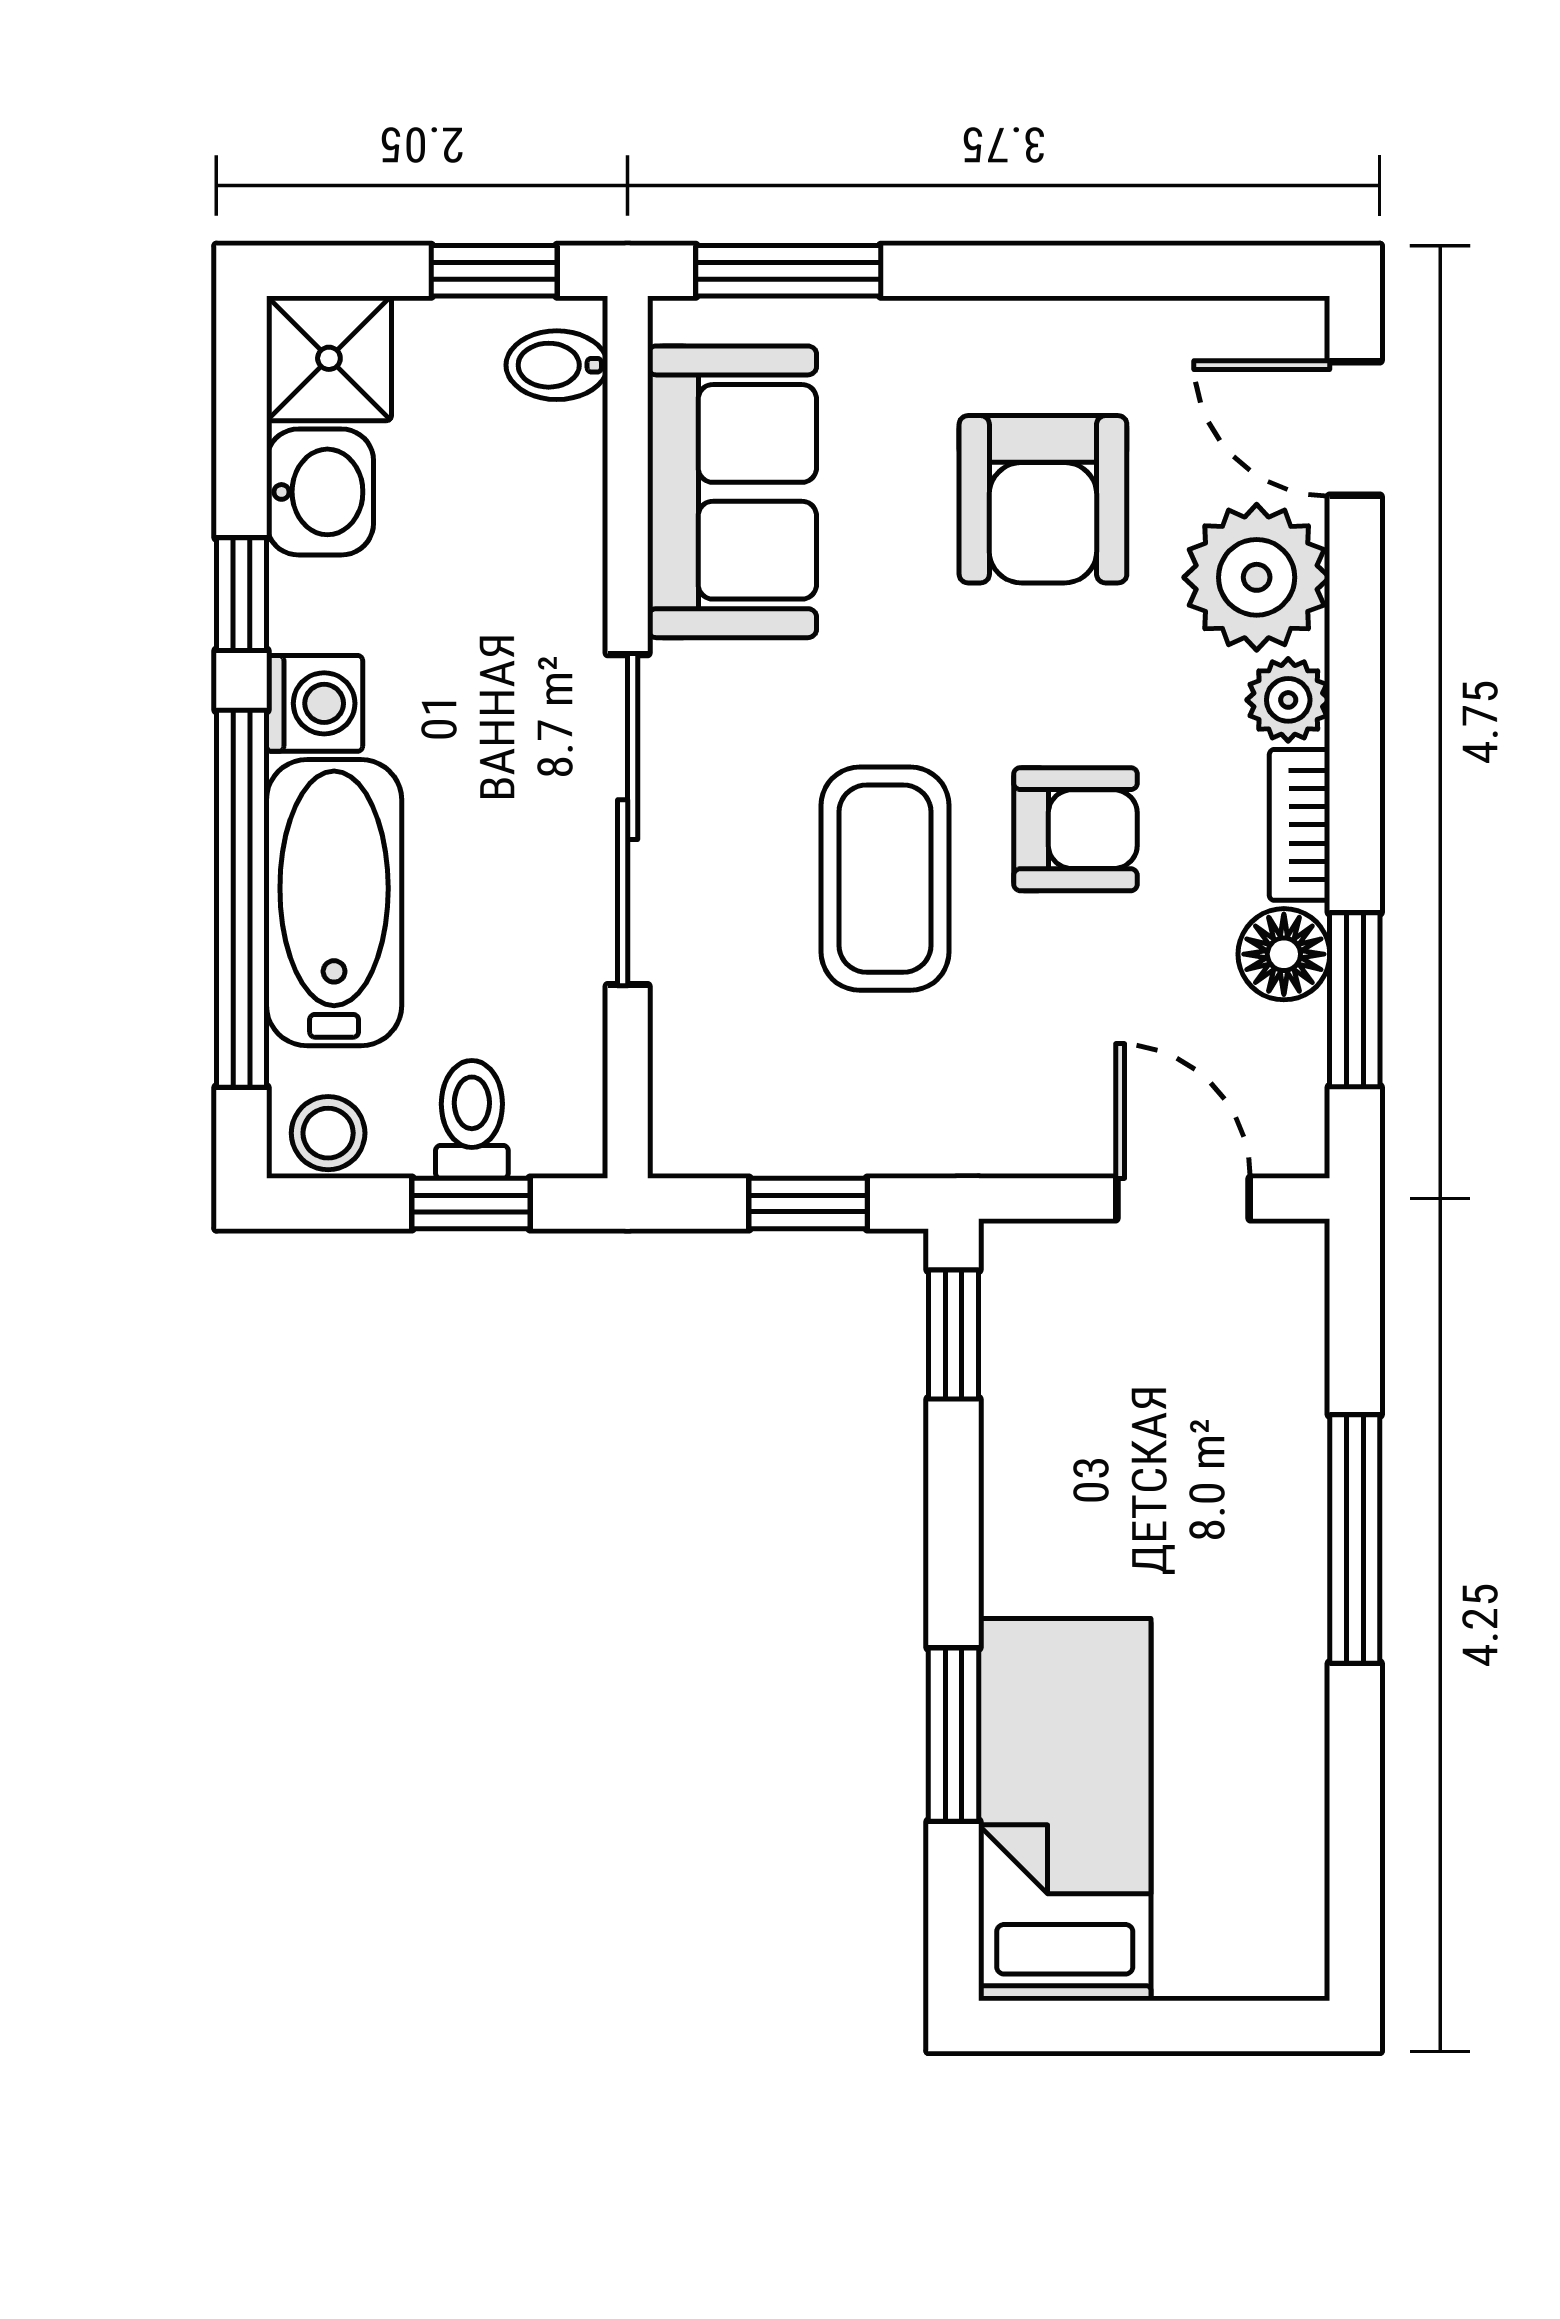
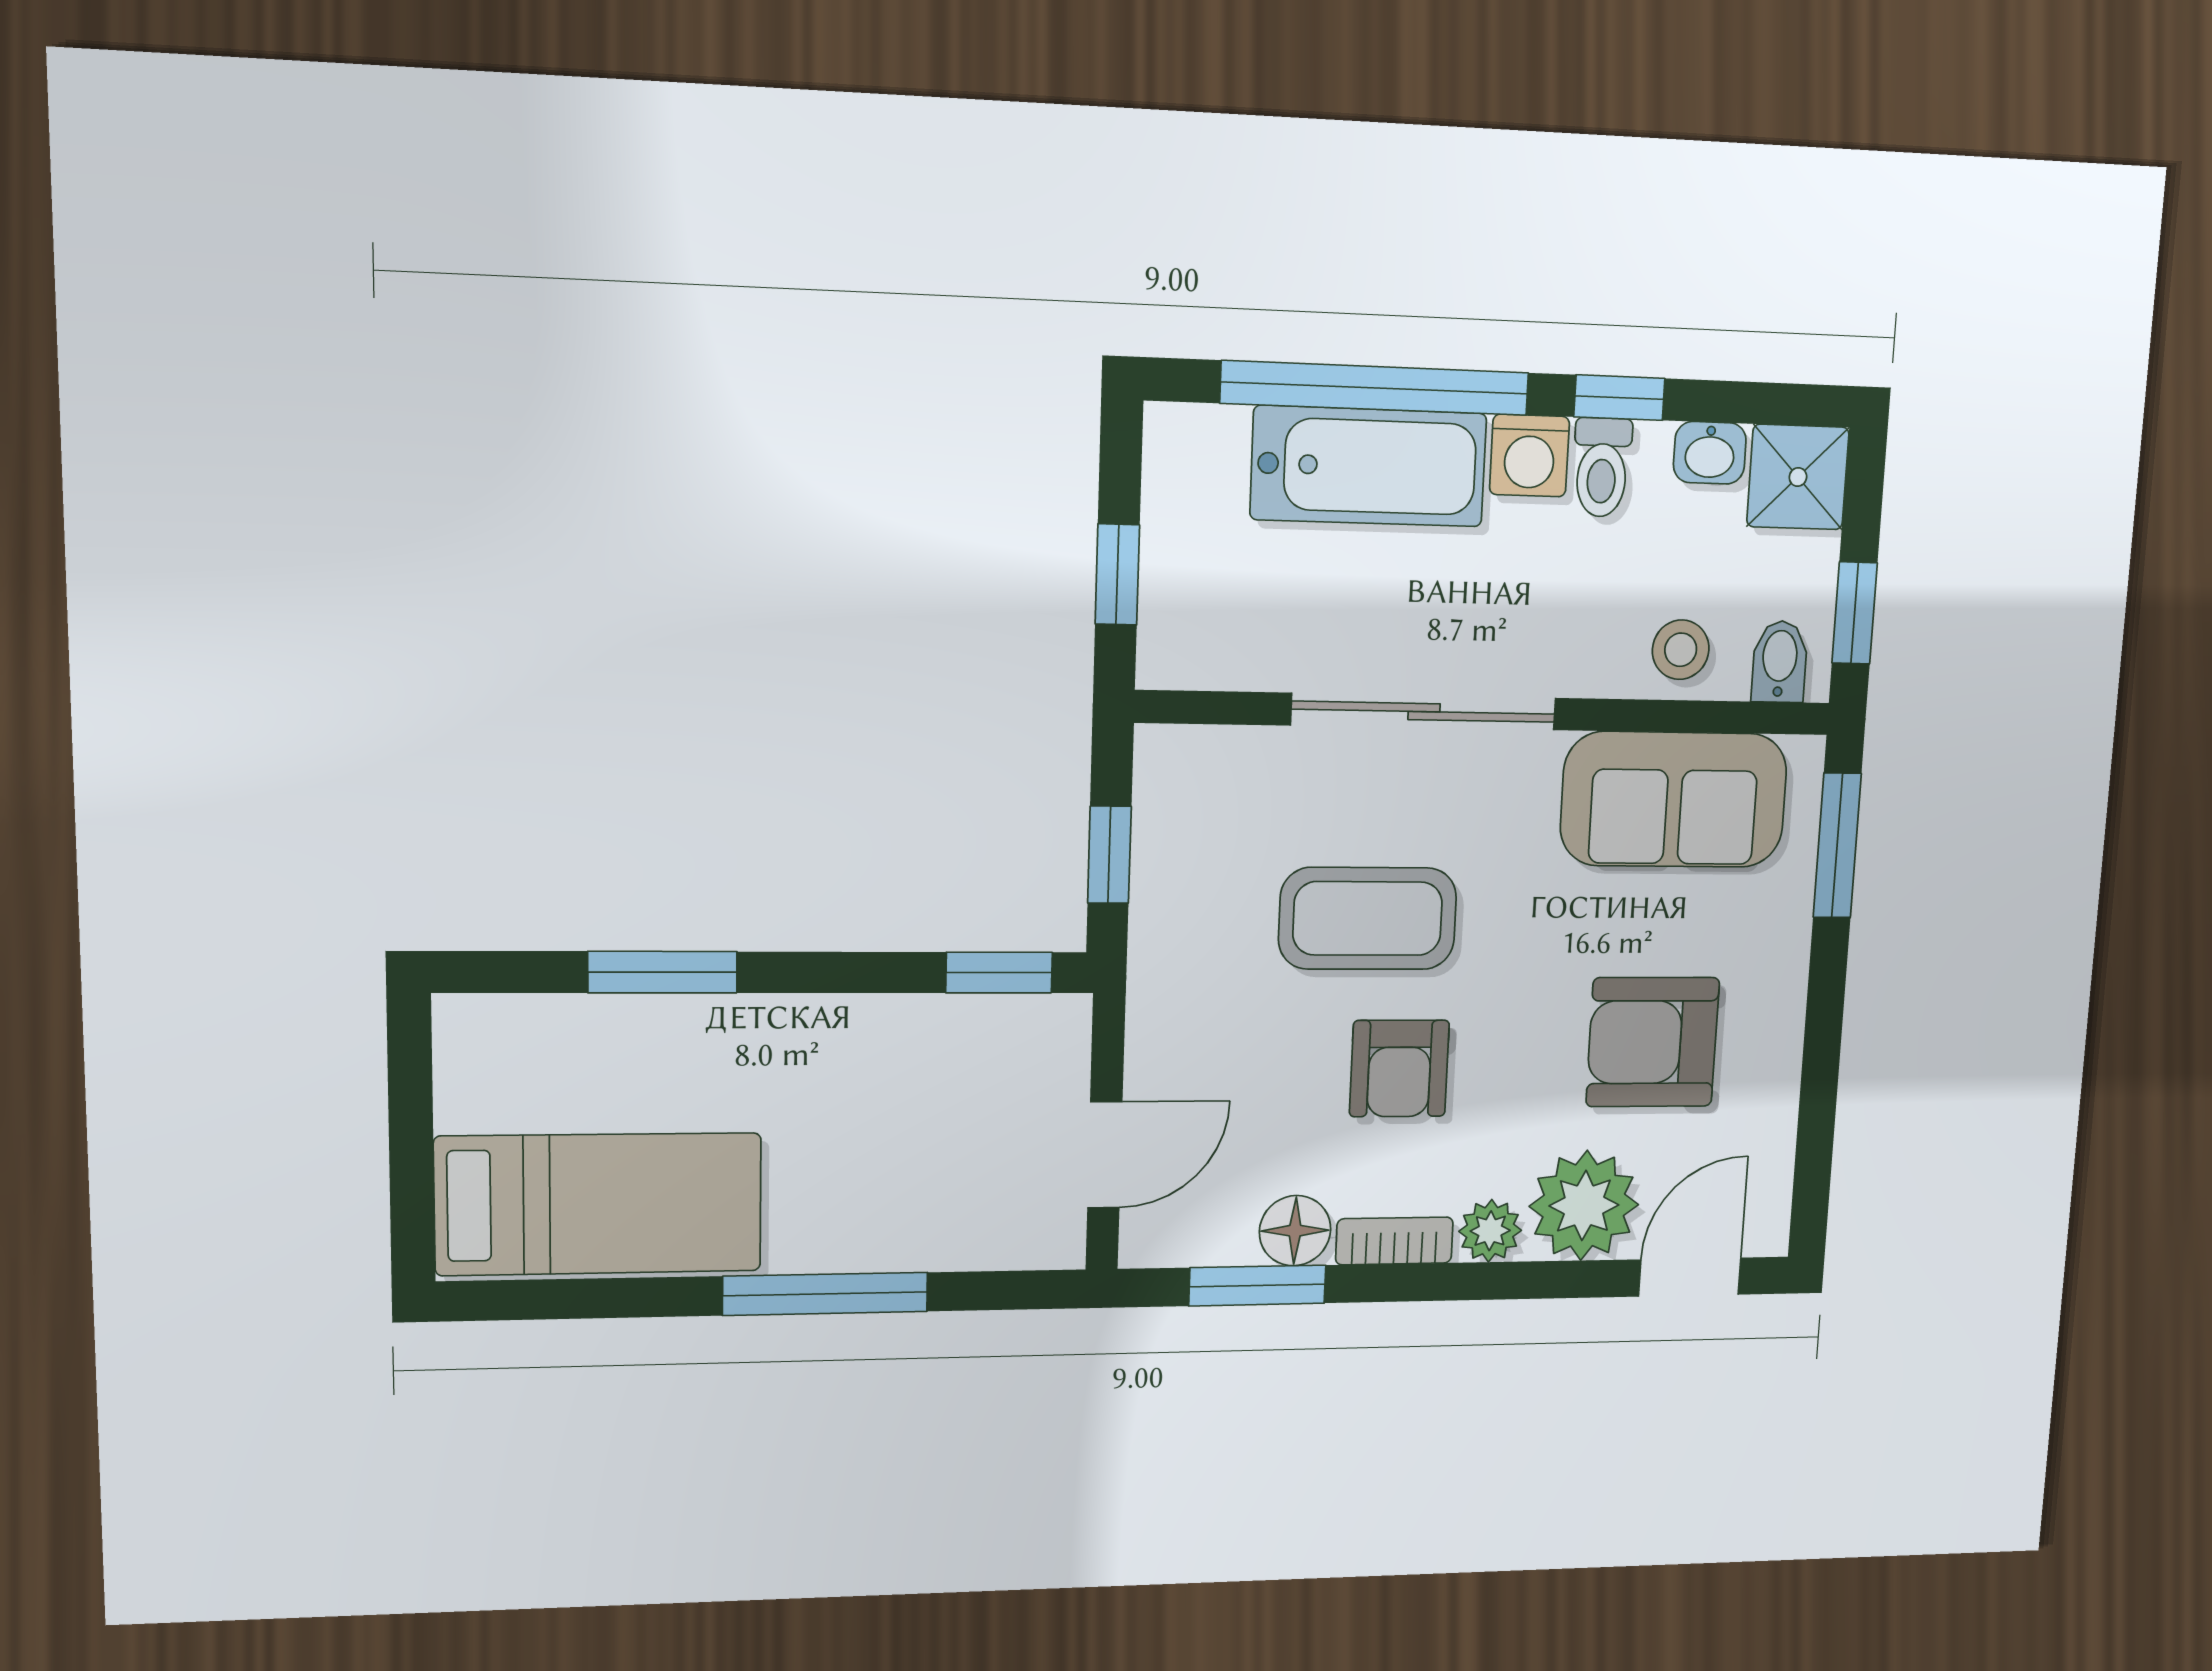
washbasin: (320, 492) -> (1710, 453), width x0.72, depth x0.69
toilet: (472, 1119) -> (1602, 467), moved, turned 90
stool: (328, 1133) -> (1681, 650), moved
bed: (1065, 1810) -> (599, 1204), moved

